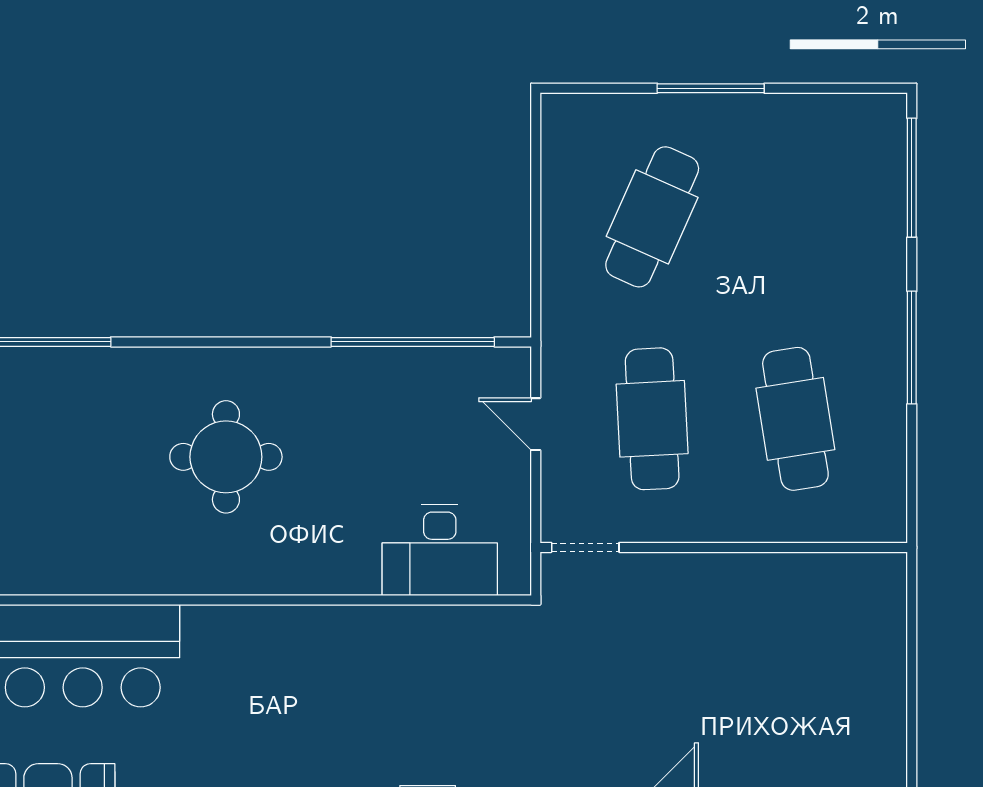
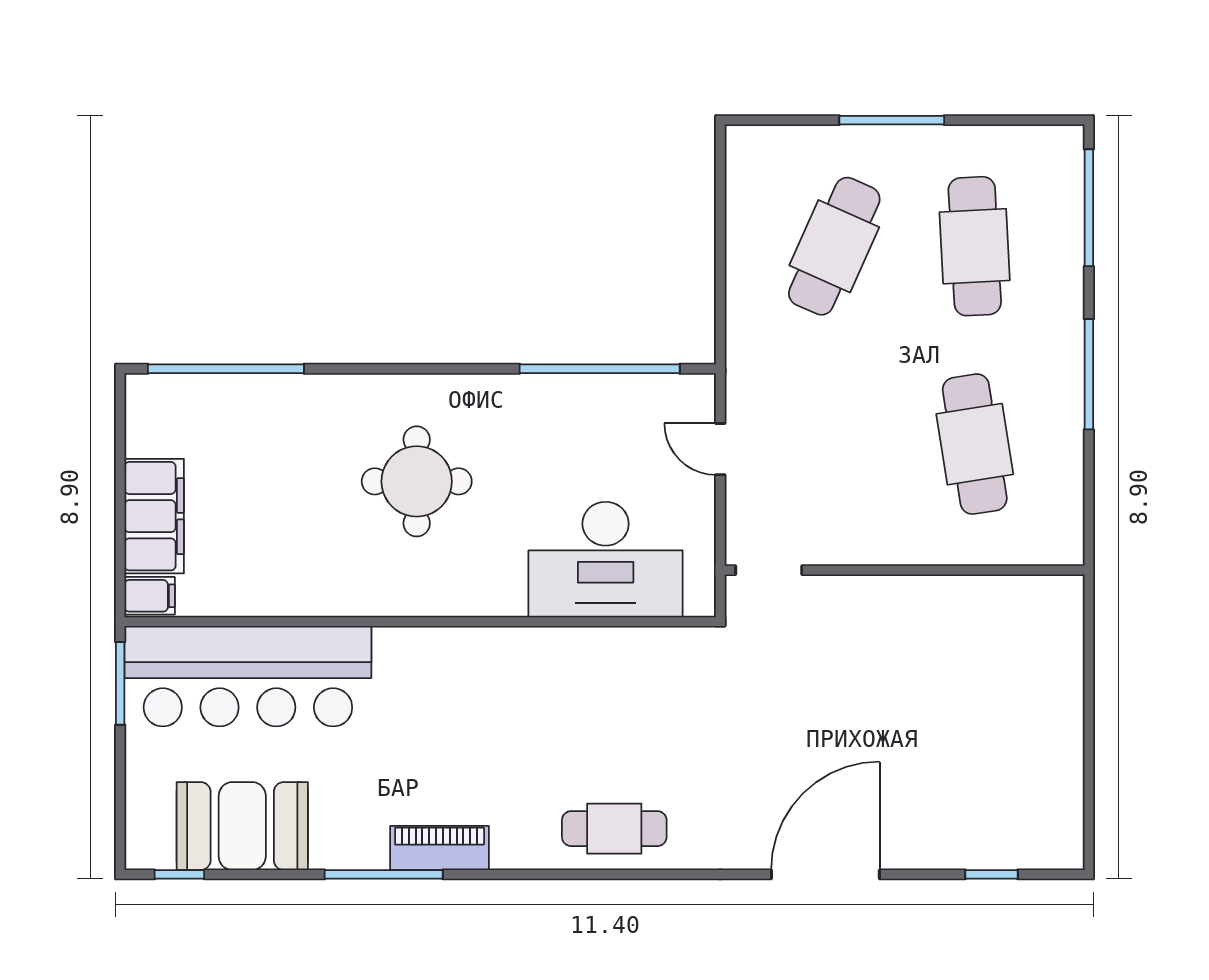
cafe table: (652, 419) -> (975, 246), moved
desk: (440, 550) -> (606, 560), width x1.36, depth x1.30

